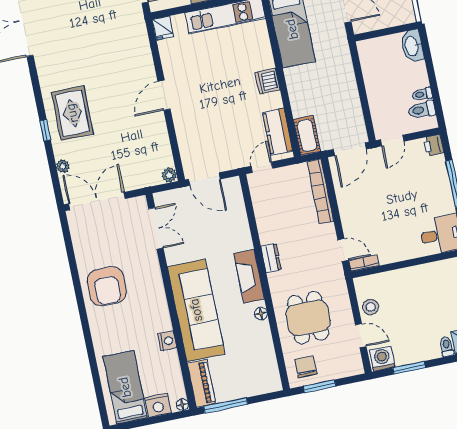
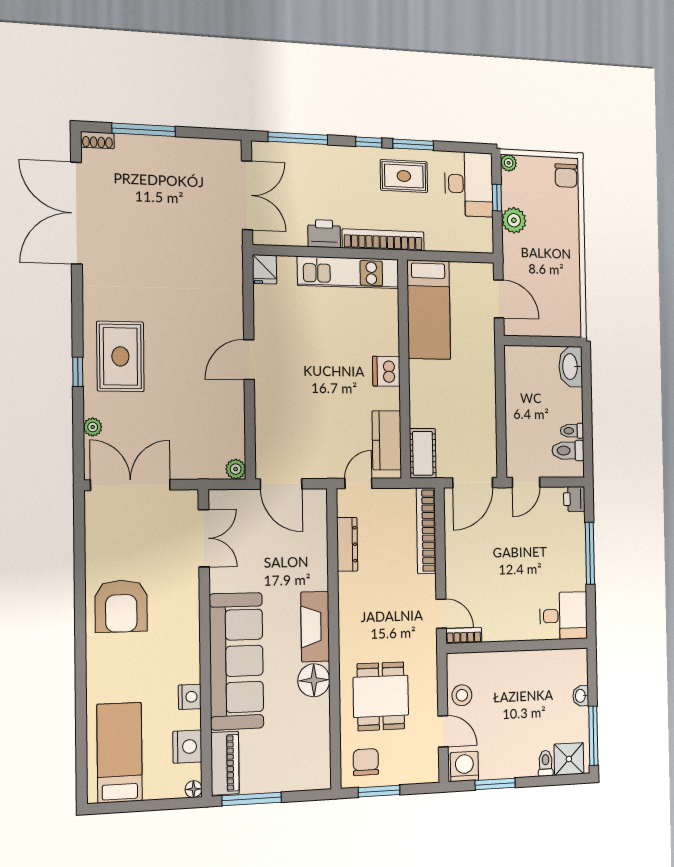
dresser: (271, 258) -> (347, 544), moved, width x1.44
floor lamp: (261, 313) -> (314, 680), width x1.89, depth x1.89
nightstand: (158, 405) -> (187, 747), moved, turned -90

